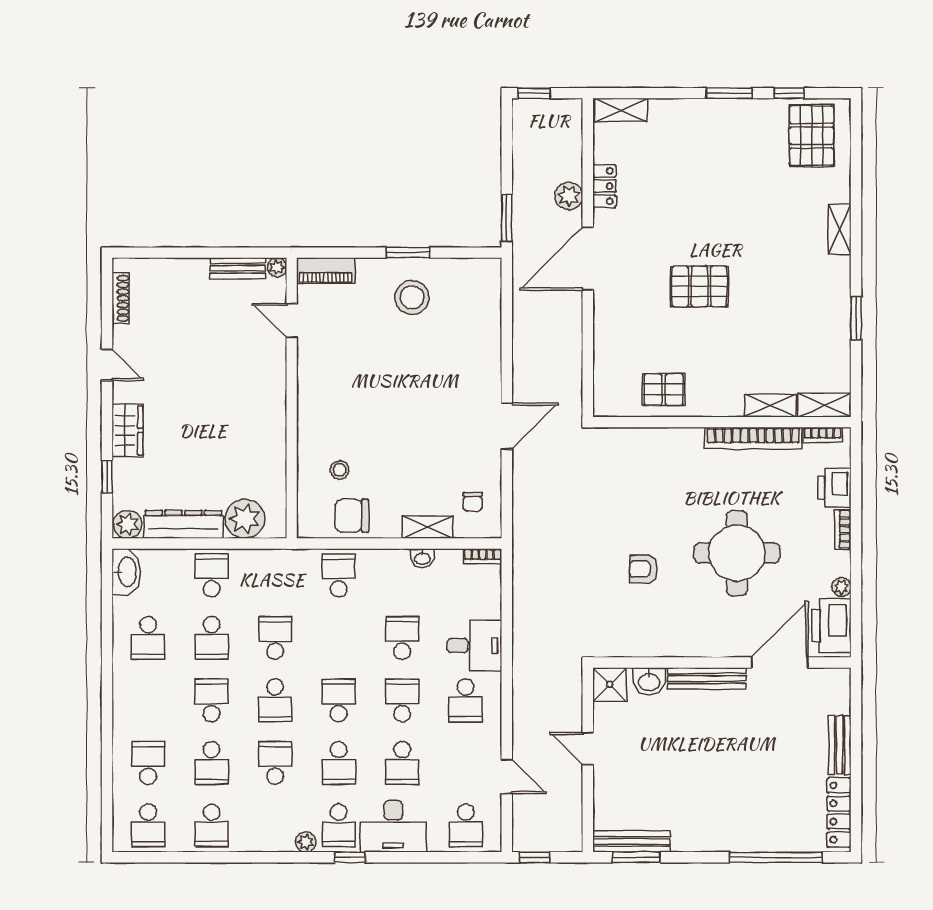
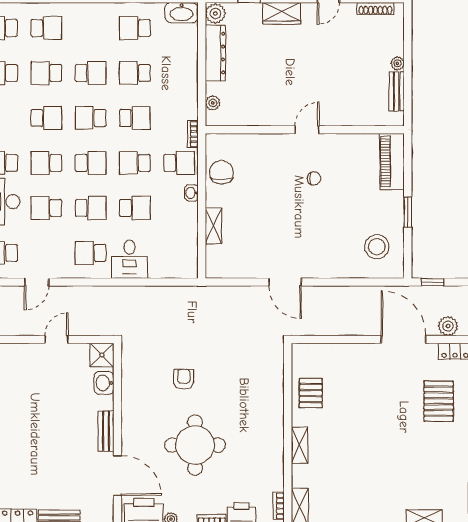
window: (507, 218) -> (433, 282), width x0.67
plant: (277, 267) -> (397, 63), moved
piano: (326, 271) -> (392, 161), width x1.37, depth x1.33
pallet: (700, 286) -> (439, 401), moved
stool: (412, 297) -> (377, 247), moved
door: (292, 320) -> (307, 130), moved
shelving: (770, 405) -> (300, 445), moved
bookcase: (753, 438) -> (276, 457), removed
stool: (340, 470) -> (254, 164), removed
chair: (473, 502) -> (314, 178), moved, turned 180
plant: (245, 519) -> (213, 103), width x0.53, depth x0.53
bookcase: (483, 556) -> (193, 134), moved
washbasin: (423, 558) -> (191, 193), moved
school desk: (212, 575) -> (135, 163), moved, turned 180
bench: (707, 678) -> (106, 431), width x0.73

